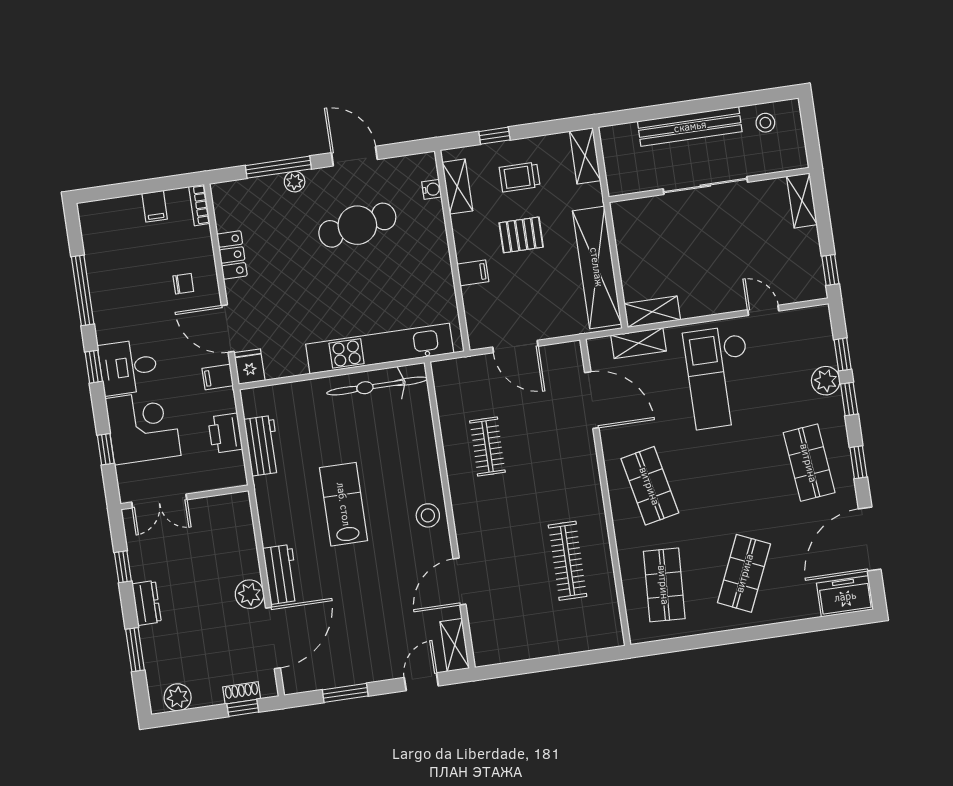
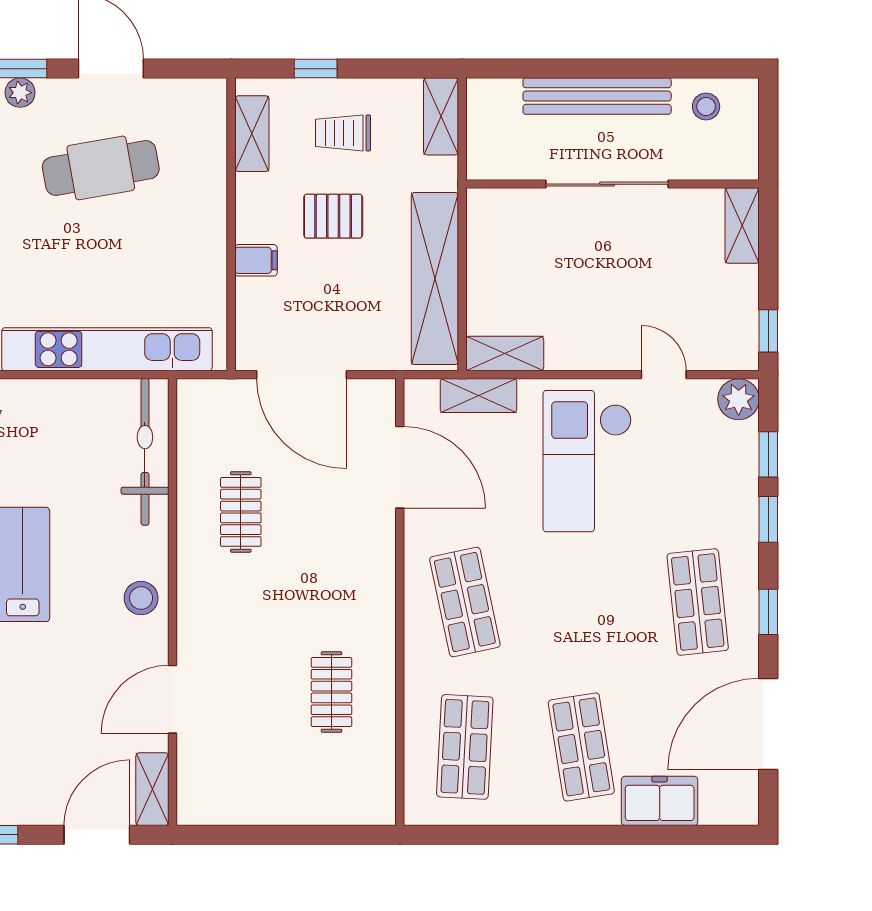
water cooler: (432, 189) -> (215, 132), removed
door: (515, 347) -> (301, 375), width x1.36
plant: (826, 381) -> (739, 399), moved
bicycle: (377, 386) -> (145, 452), moved, turned 90
clothes rail: (568, 561) -> (331, 692), width x0.73
shop shelf: (744, 573) -> (581, 747), turned -33
freezer: (845, 596) -> (660, 801), moved
door: (421, 682) -> (97, 835), width x1.38

